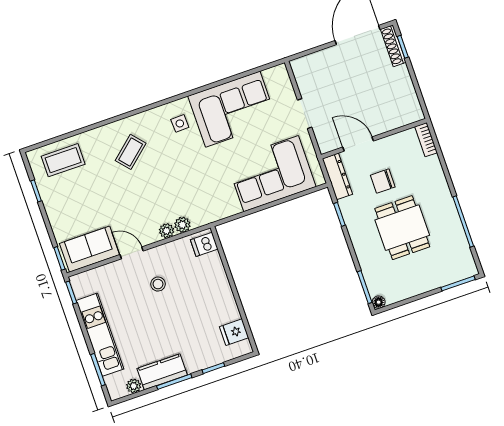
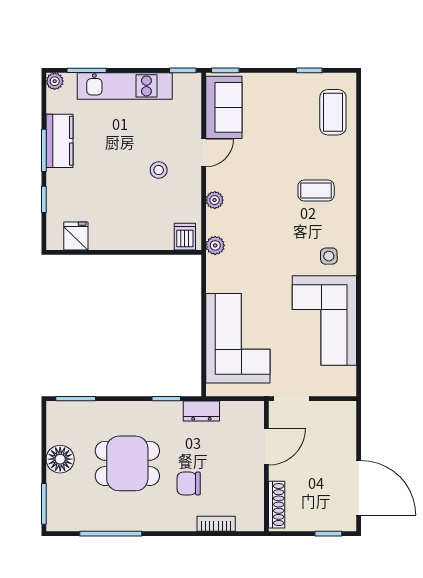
shoe rack: (393, 46) -> (277, 505), moved, turned 90
wall: (374, 139) -> (266, 466), moved
door: (358, 144) -> (266, 447), moved
coffee table: (131, 152) -> (316, 191), turned -49
dresser: (337, 176) -> (201, 411), width x0.70
chair: (383, 181) -> (189, 483), moved, turned -90
plant: (182, 225) -> (215, 245), moved
floor lamp: (379, 302) -> (60, 459), moved, width x1.89, depth x1.89
plant: (134, 386) -> (55, 81), moved

